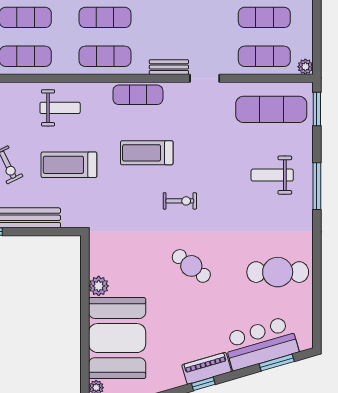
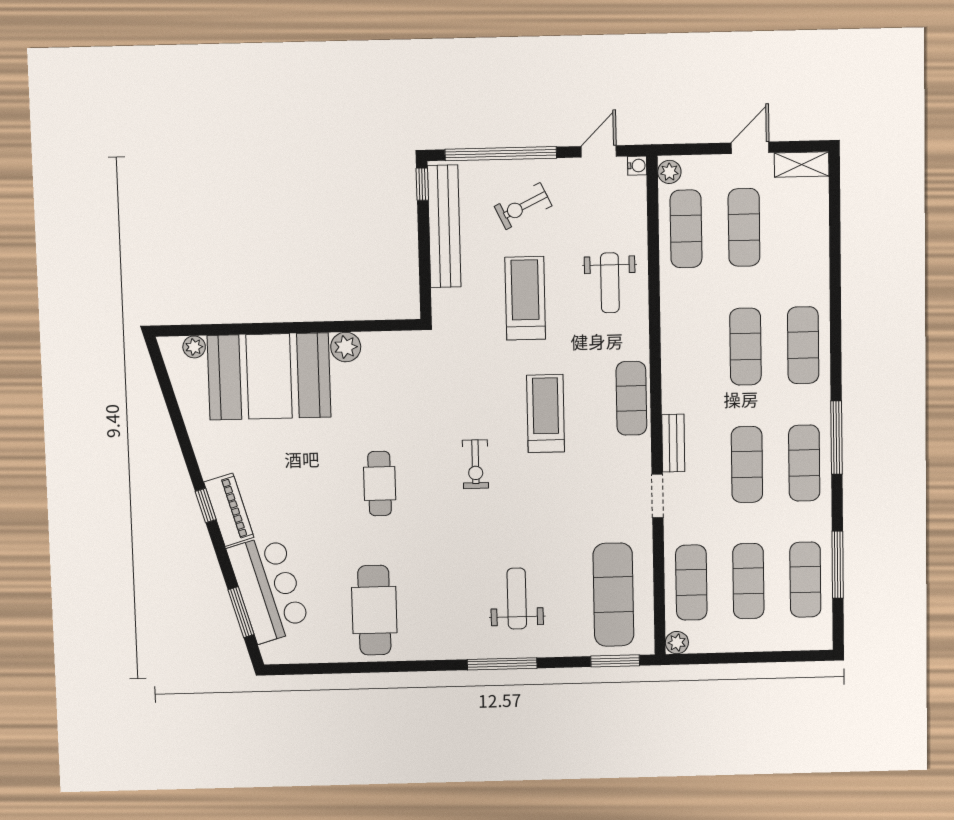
exercise mat: (105, 56) -> (747, 464), moved
cafe table: (191, 266) -> (380, 484), turned -38

